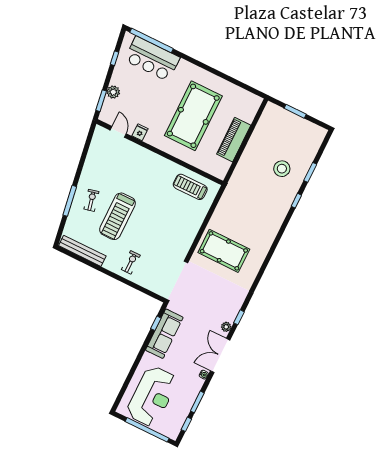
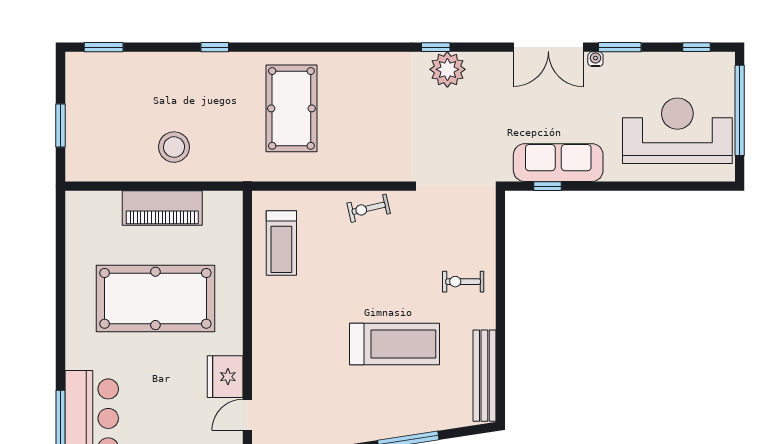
fridge: (140, 132) -> (225, 377), width x1.88, depth x1.34
stool: (282, 169) -> (174, 147), moved
window: (310, 172) -> (104, 47), moved
exercise bike: (91, 200) -> (369, 208), moved
pool table: (224, 251) -> (291, 108), moved
window: (239, 317) -> (436, 47), moved
plant: (226, 327) -> (447, 69), moved, width x1.87, depth x1.87
window: (197, 402) -> (620, 47), moved

